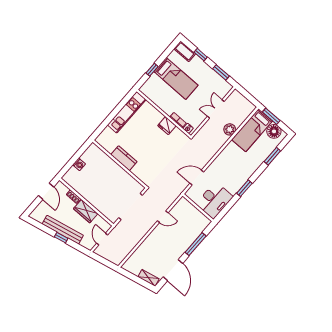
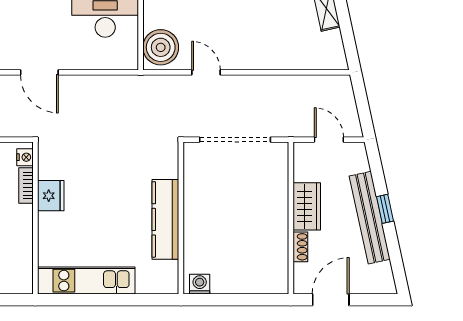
kitchen counter: (124, 158) -> (165, 219), width x1.50
washing machine: (79, 164) -> (200, 284), moved
door: (197, 178) -> (39, 72), moved
boiler: (185, 209) -> (161, 47), added
door: (102, 239) -> (329, 140), swing flipped

